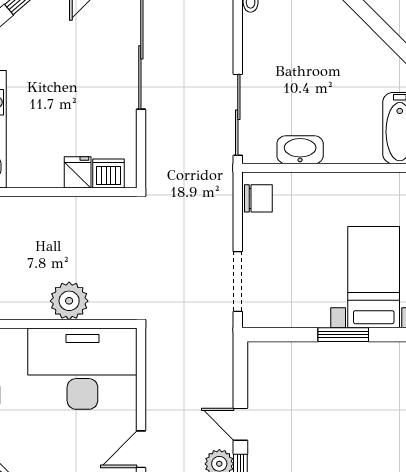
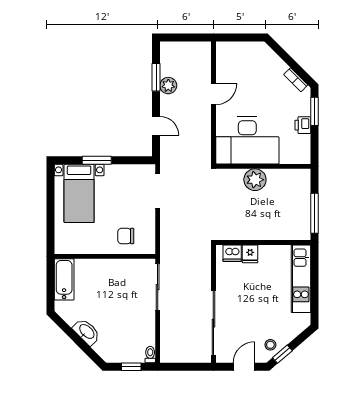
stool: (42, 15) -> (270, 345), added
washbasin: (300, 150) -> (87, 332), moved, turned -135
chair: (258, 198) -> (126, 236), moved
door: (240, 424) -> (156, 126), moved

